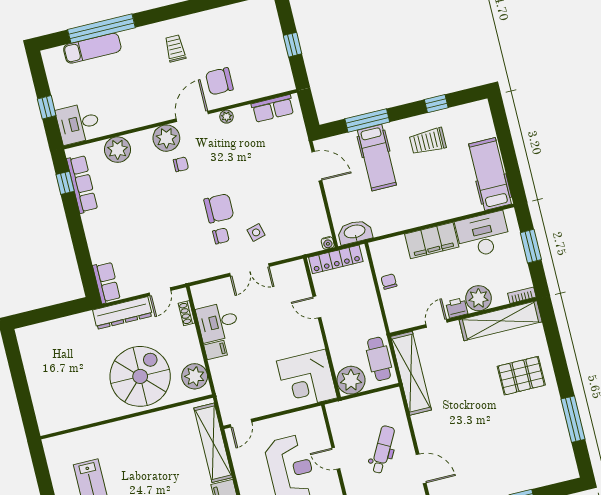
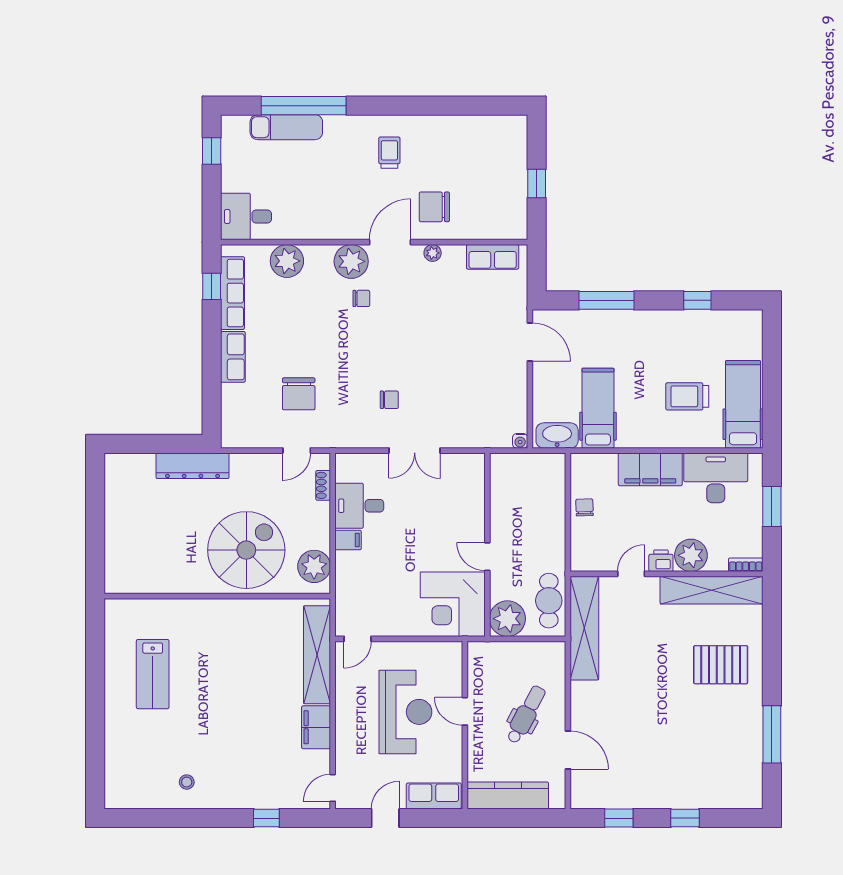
window: (47, 107) -> (212, 151), moved
trolley: (428, 141) -> (687, 396), moved
hospital bed: (377, 158) -> (598, 408), moved, turned 180
chair: (219, 208) -> (299, 394), moved, turned 90
side table: (256, 232) -> (434, 406), removed
locker: (336, 259) -> (525, 464), removed
row of seats: (106, 282) -> (233, 357), moved
door: (317, 307) -> (487, 557), moved
dresser: (122, 313) -> (193, 466), moved

